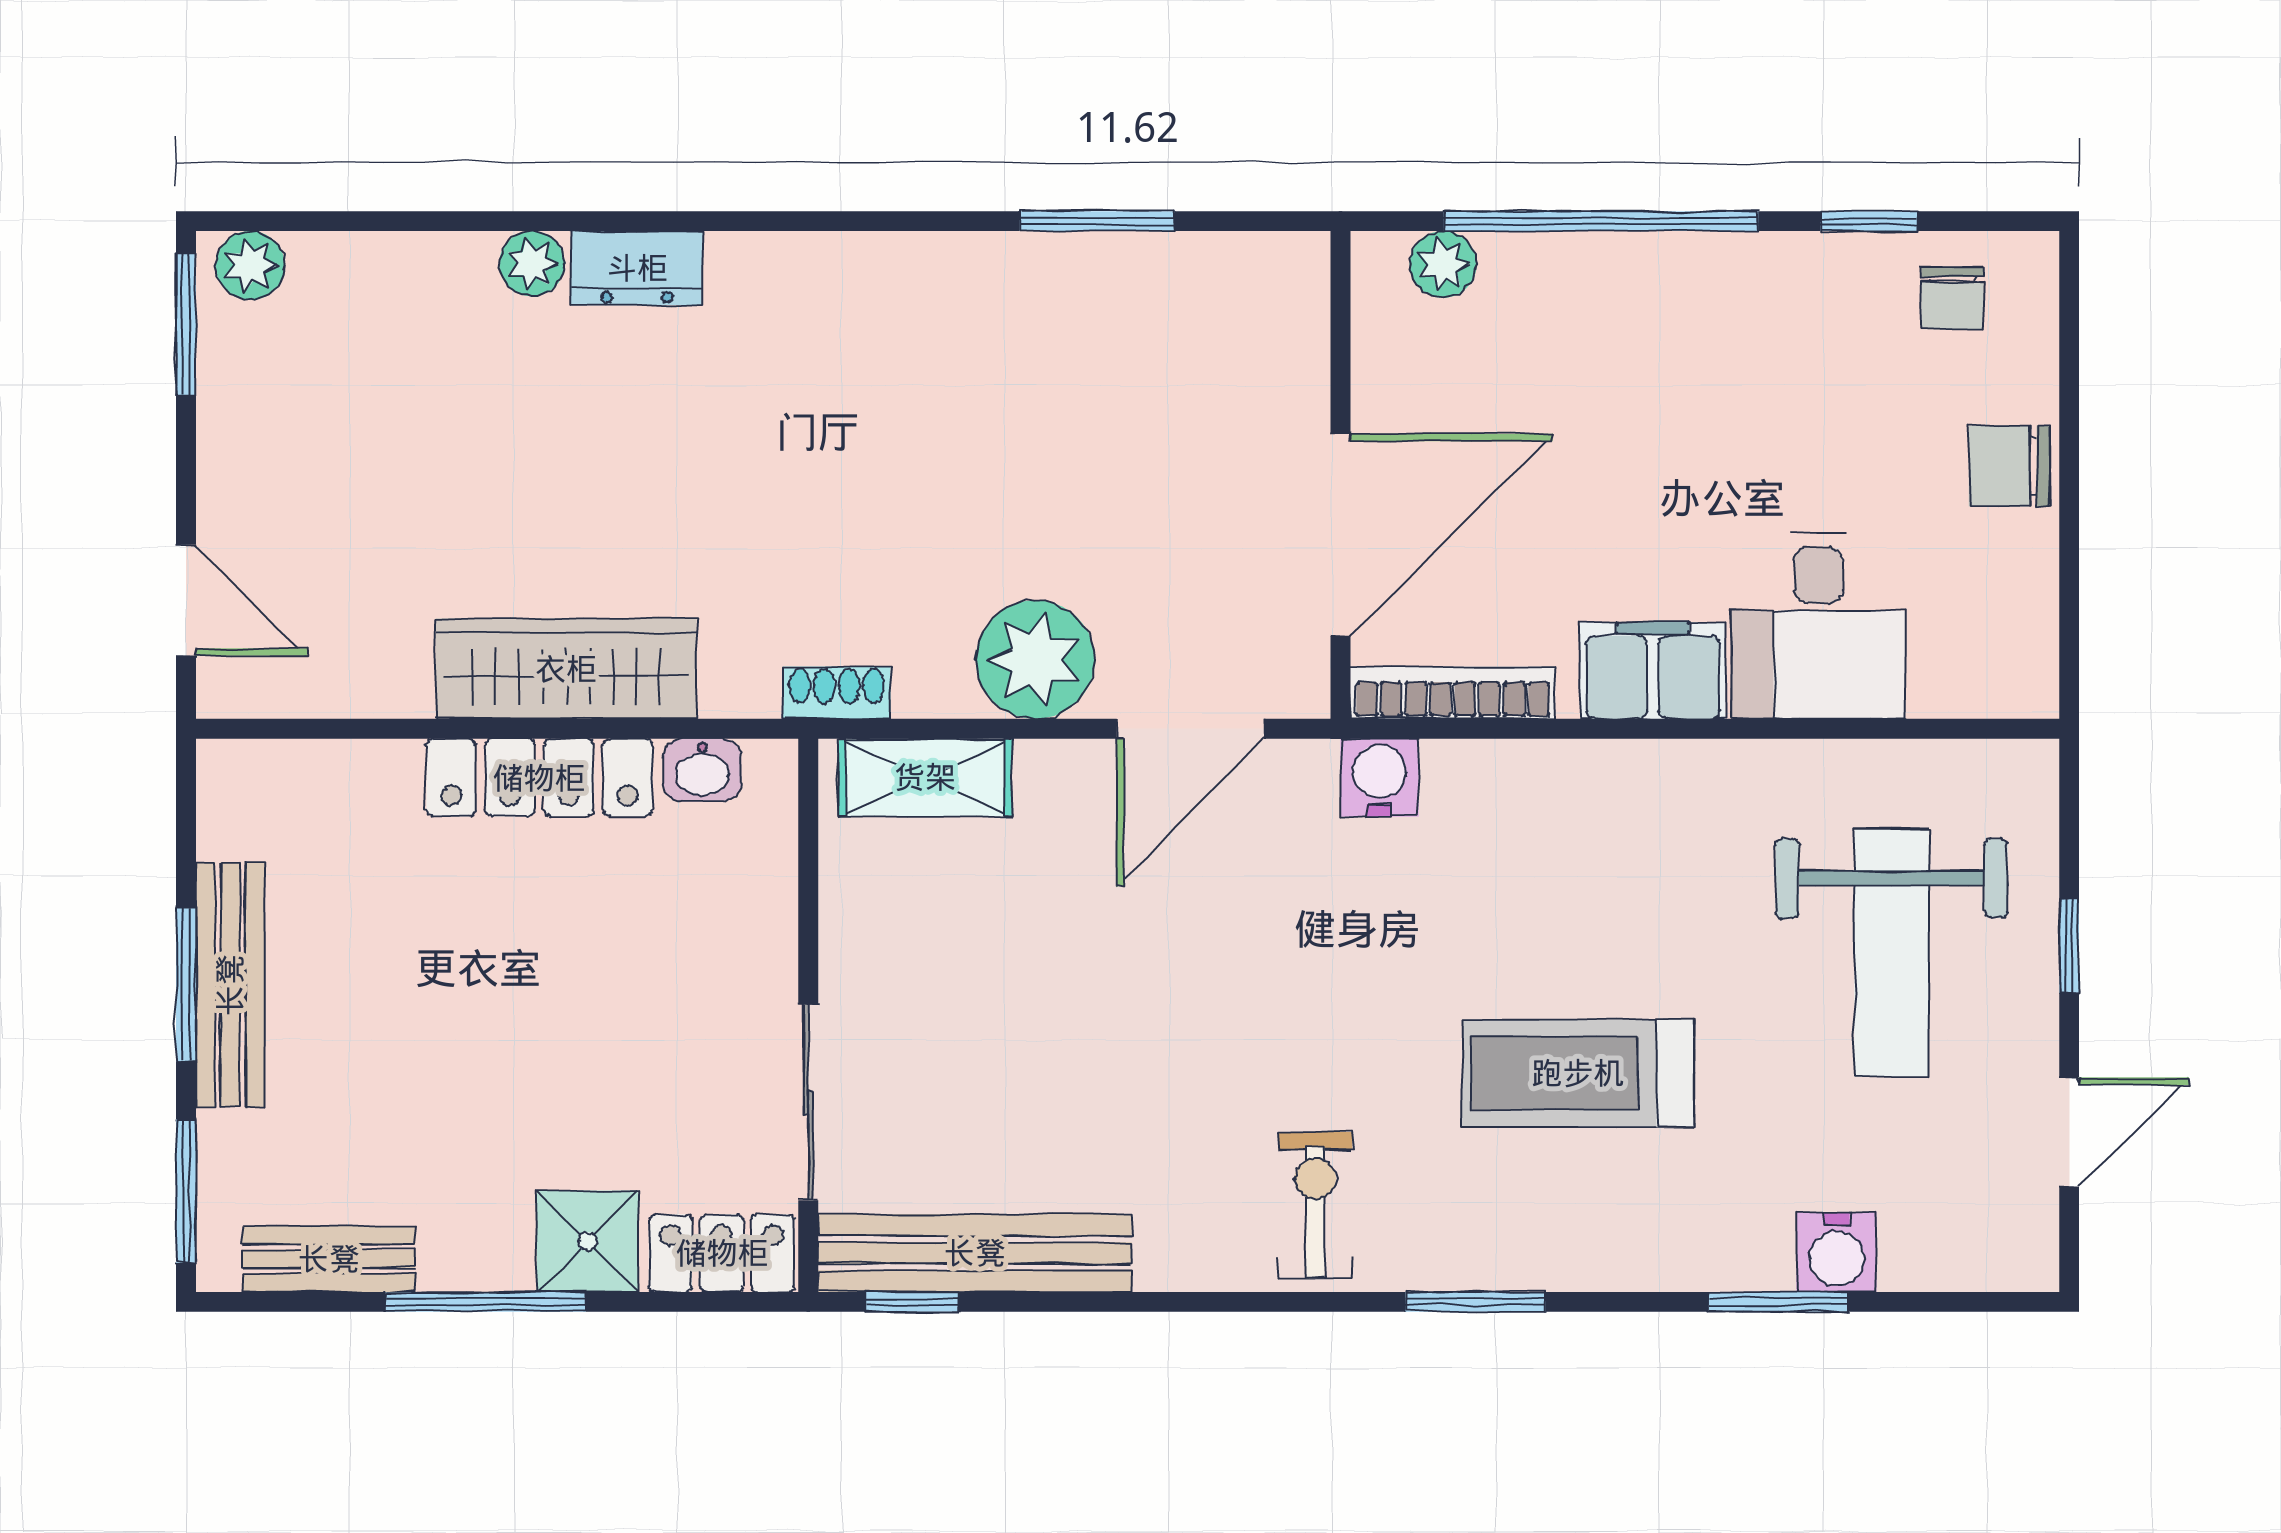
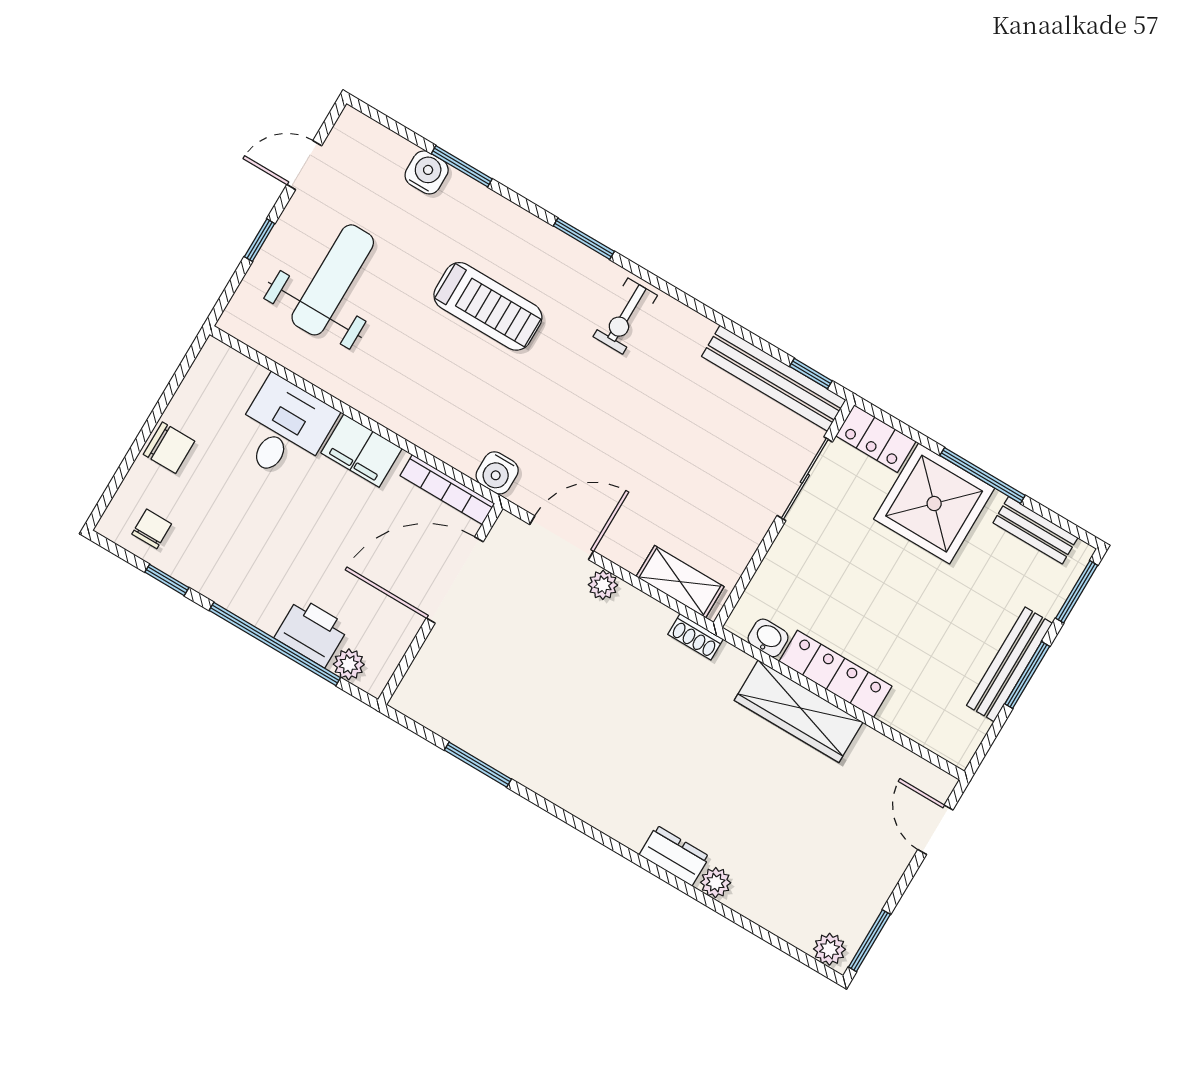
printer: (1546, 283) -> (312, 632), added
plant: (1035, 660) -> (603, 585), width x0.53, depth x0.53
shower: (588, 1241) -> (934, 504), width x1.86, depth x1.86

